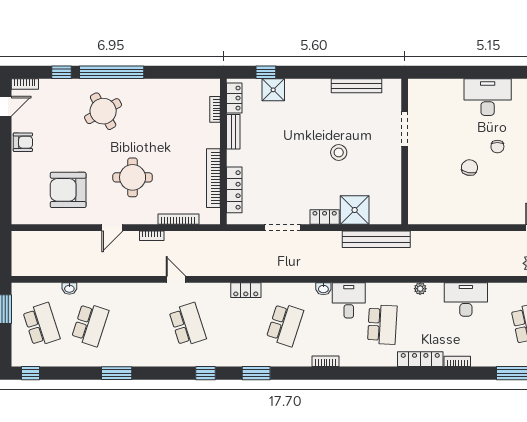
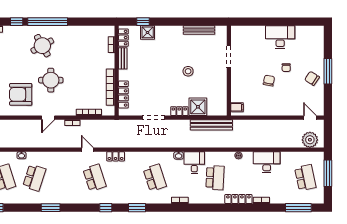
round table: (133, 177) -> (51, 80), moved
filing cabinet: (418, 211) -> (237, 107), added
locker: (246, 290) -> (116, 156), moved
school desk: (285, 325) -> (155, 178), turned -36

